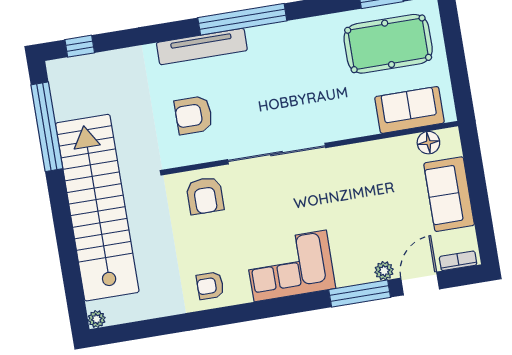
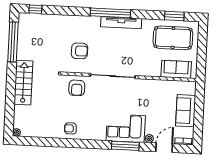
tv unit: (202, 47) -> (121, 23), moved
armchair: (194, 115) -> (79, 51), turned 180
floor lamp: (428, 143) -> (181, 86), removed
stairs: (97, 208) -> (23, 83), width x0.54, depth x0.66
corner sofa: (290, 266) -> (126, 128), moved
window: (360, 293) -> (125, 146), moved

